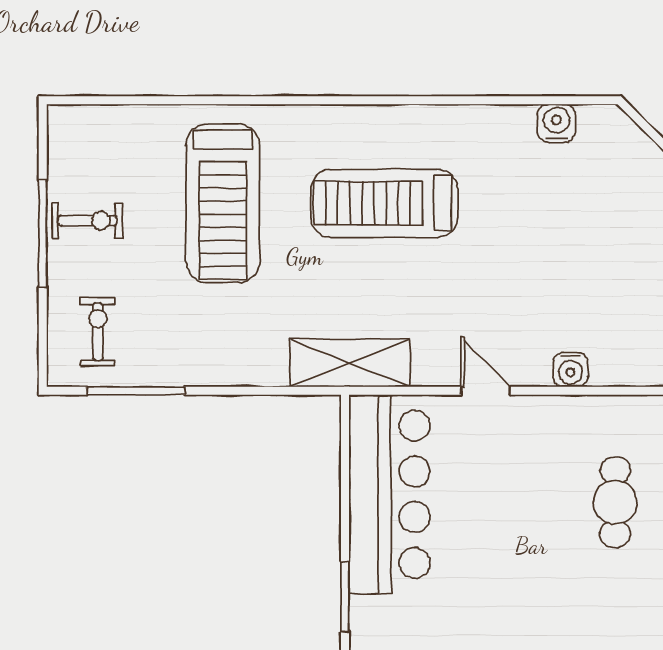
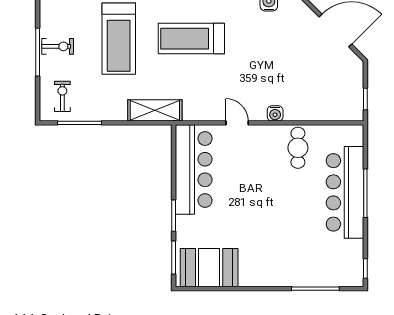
shelving: (350, 363) -> (155, 110), moved
cafe table: (615, 502) -> (298, 148), moved

